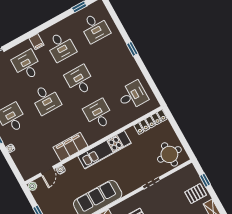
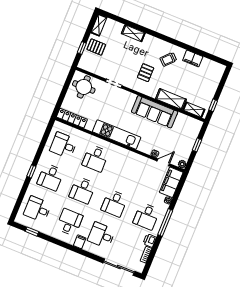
desk: (95, 28) -> (37, 209), turned -90
desk: (114, 62) -> (51, 177), added
desk: (27, 65) -> (101, 235), turned 90
desk: (46, 99) -> (114, 203), turned 180
filing cabinet: (70, 147) -> (171, 182), moved, turned 90

